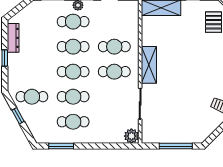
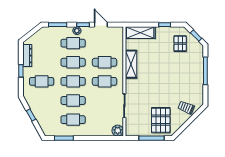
shelving: (149, 65) -> (131, 64), moved
cafe table: (32, 97) -> (42, 81), moved
pallet: (188, 122) -> (161, 120), added

